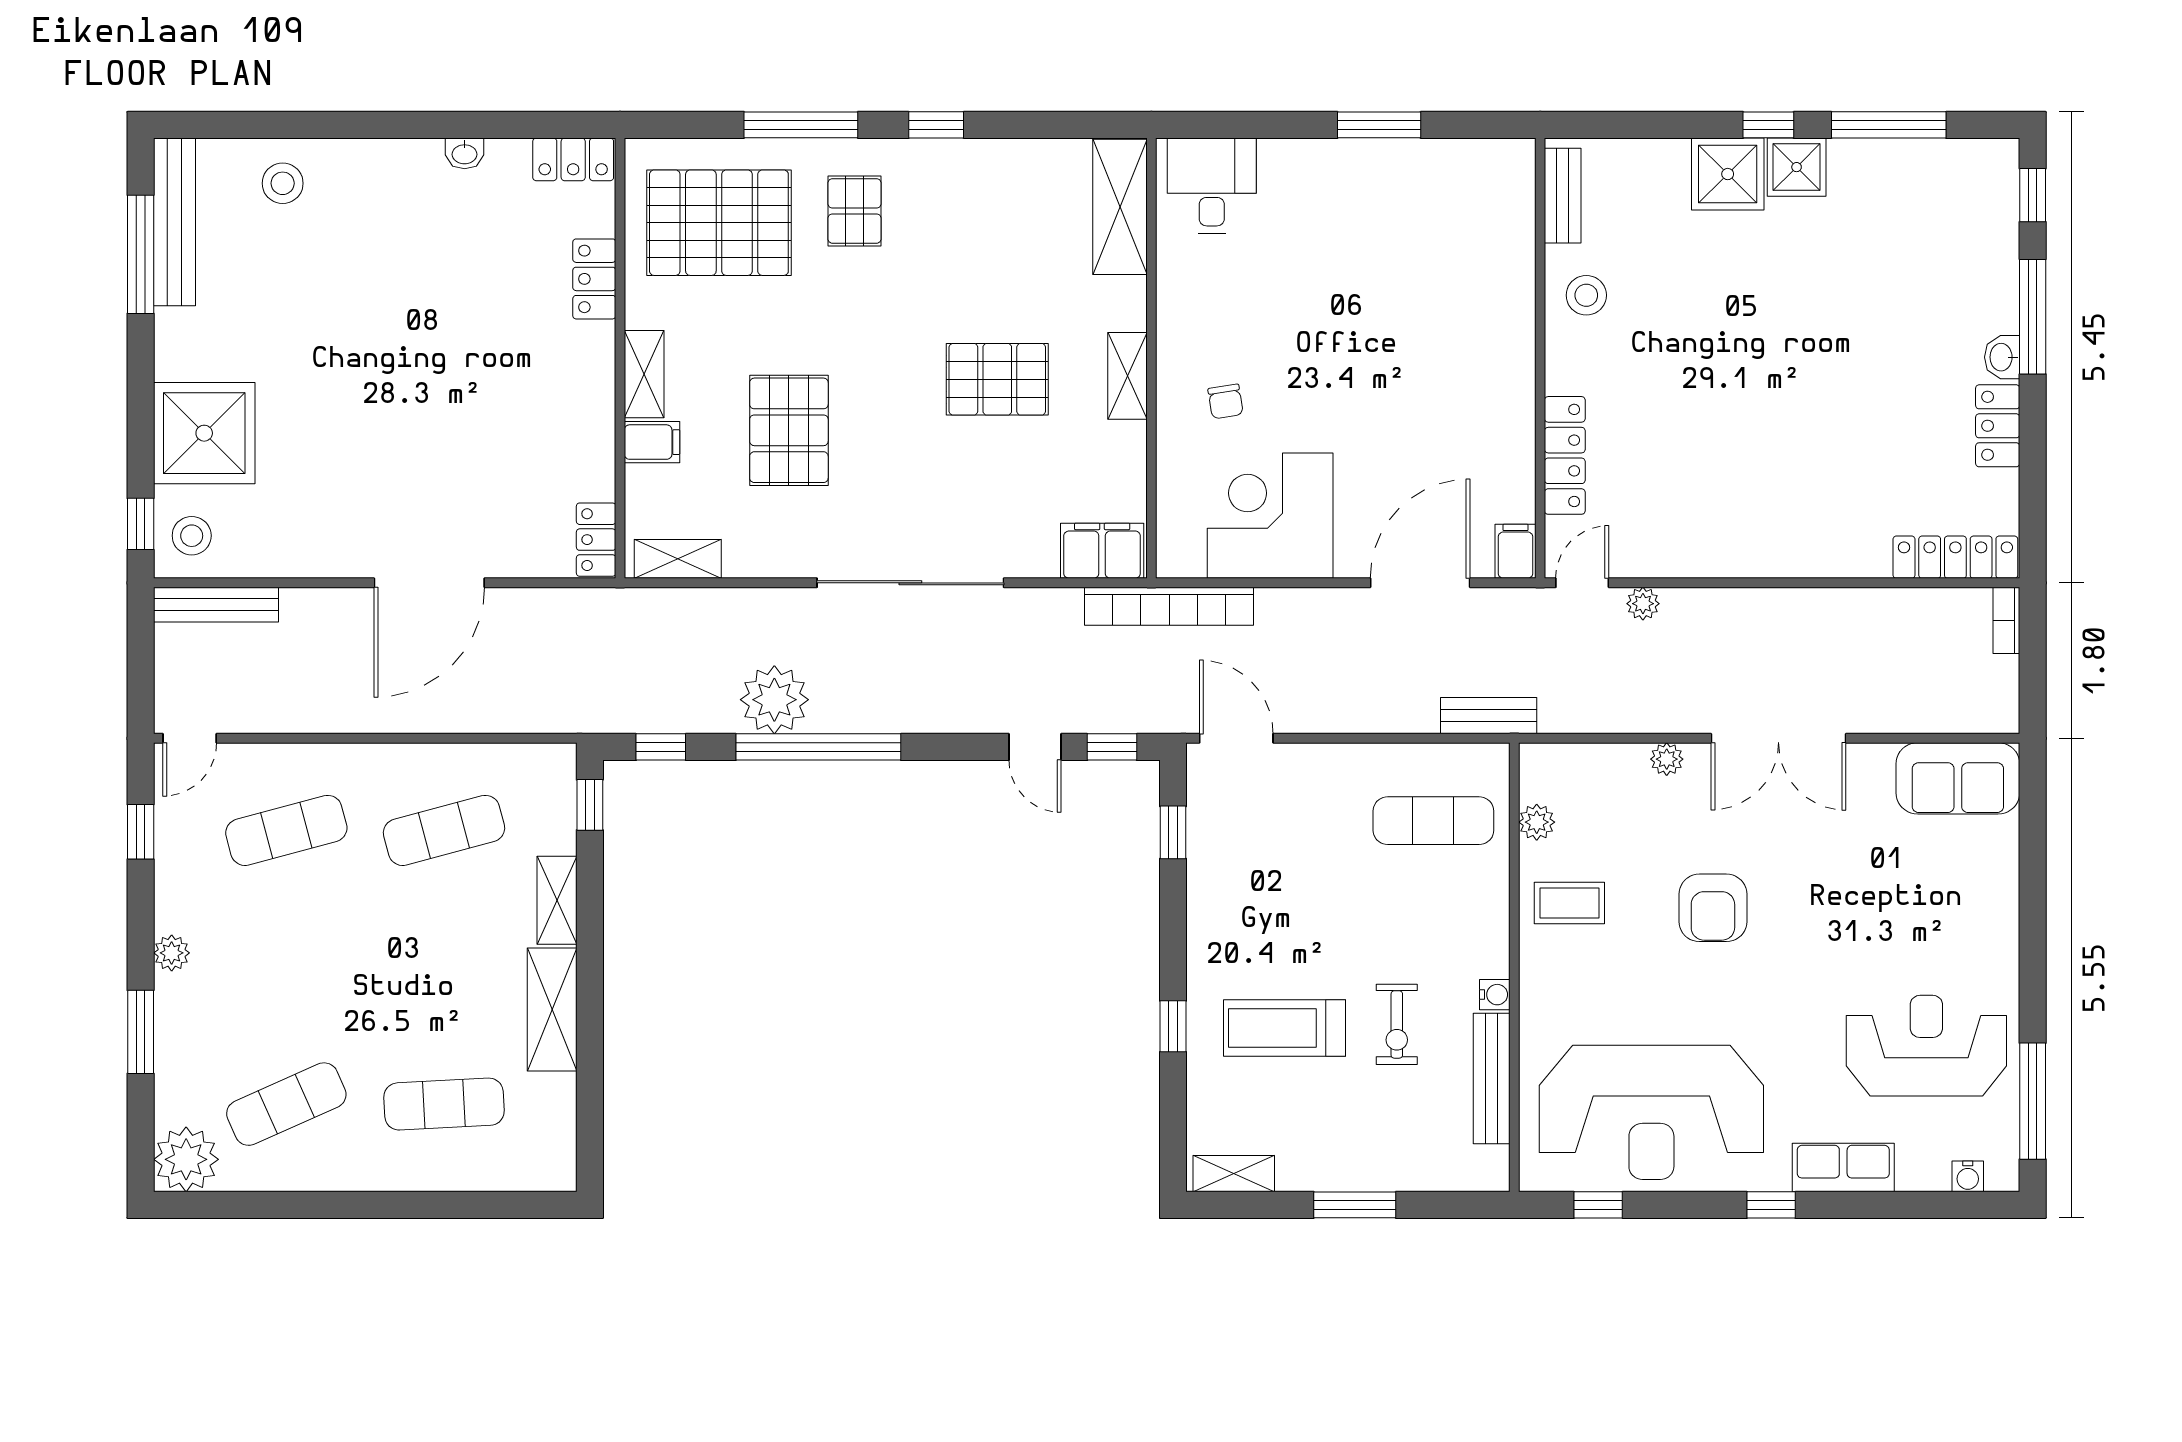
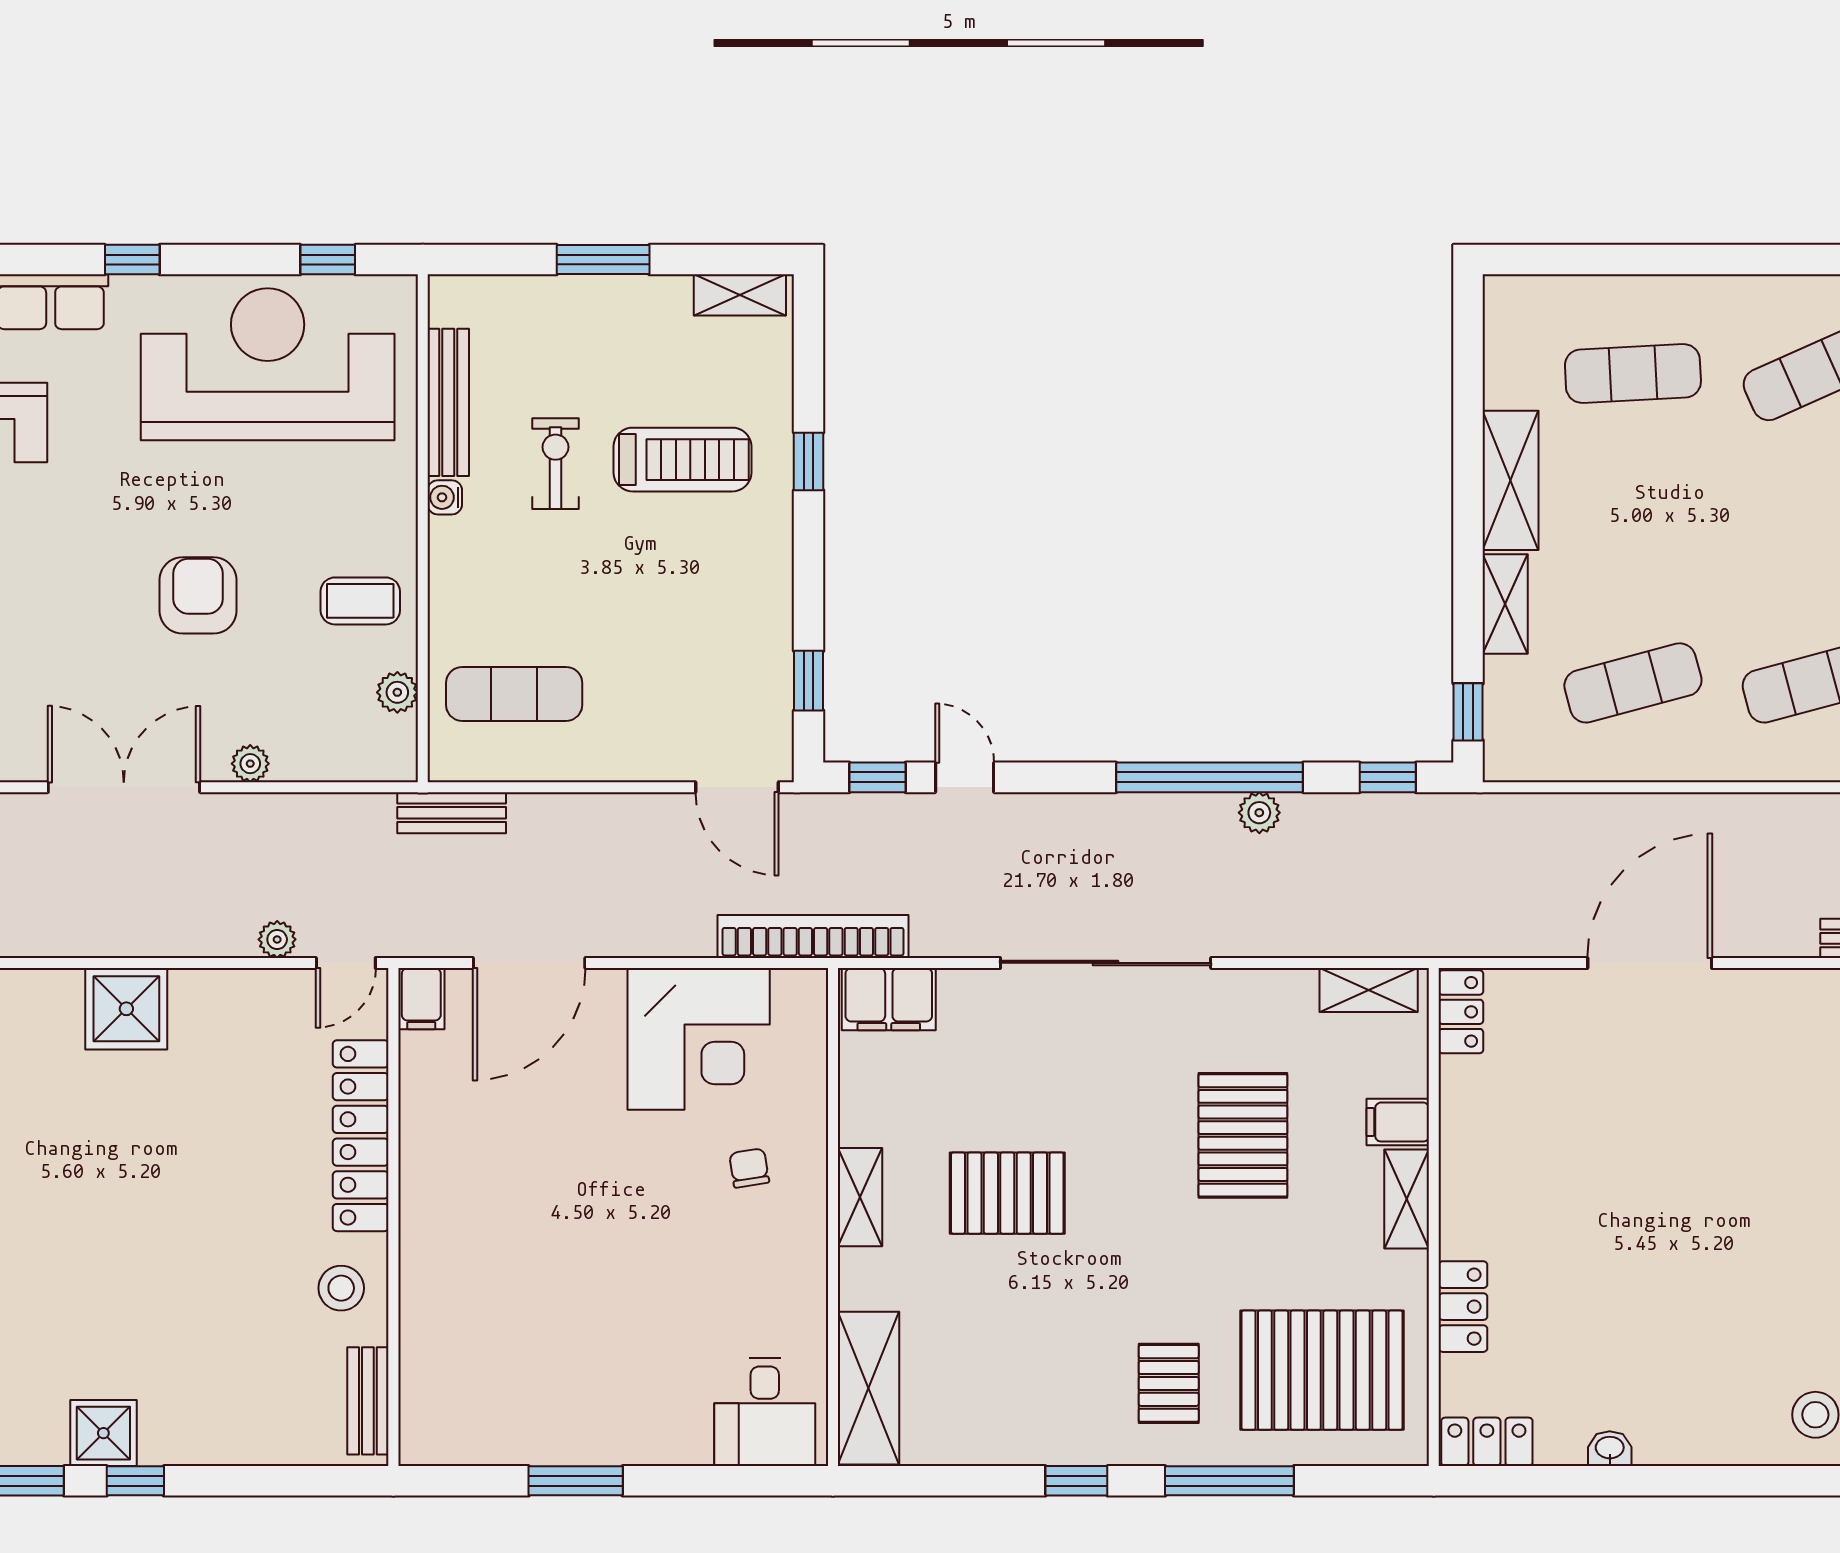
shower: (1728, 174) -> (126, 1009), moved
locker: (1565, 455) -> (361, 1136), width x1.41, depth x1.21
plant: (774, 700) -> (1259, 813), width x0.53, depth x0.53

